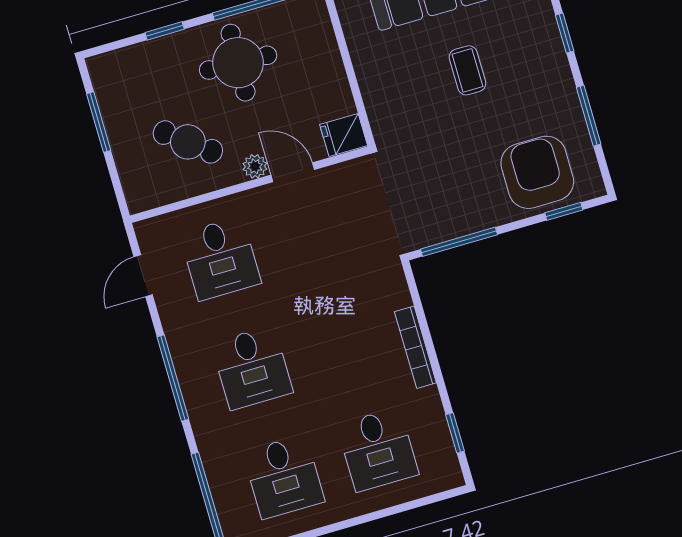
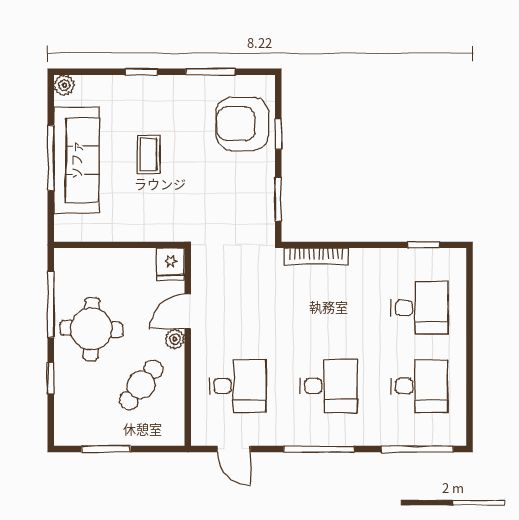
coffee table: (467, 70) -> (149, 155), turned 90
window: (564, 211) -> (278, 134), moved
window: (459, 242) -> (278, 199), width x0.69
bookcase: (415, 347) -> (316, 256), moved

